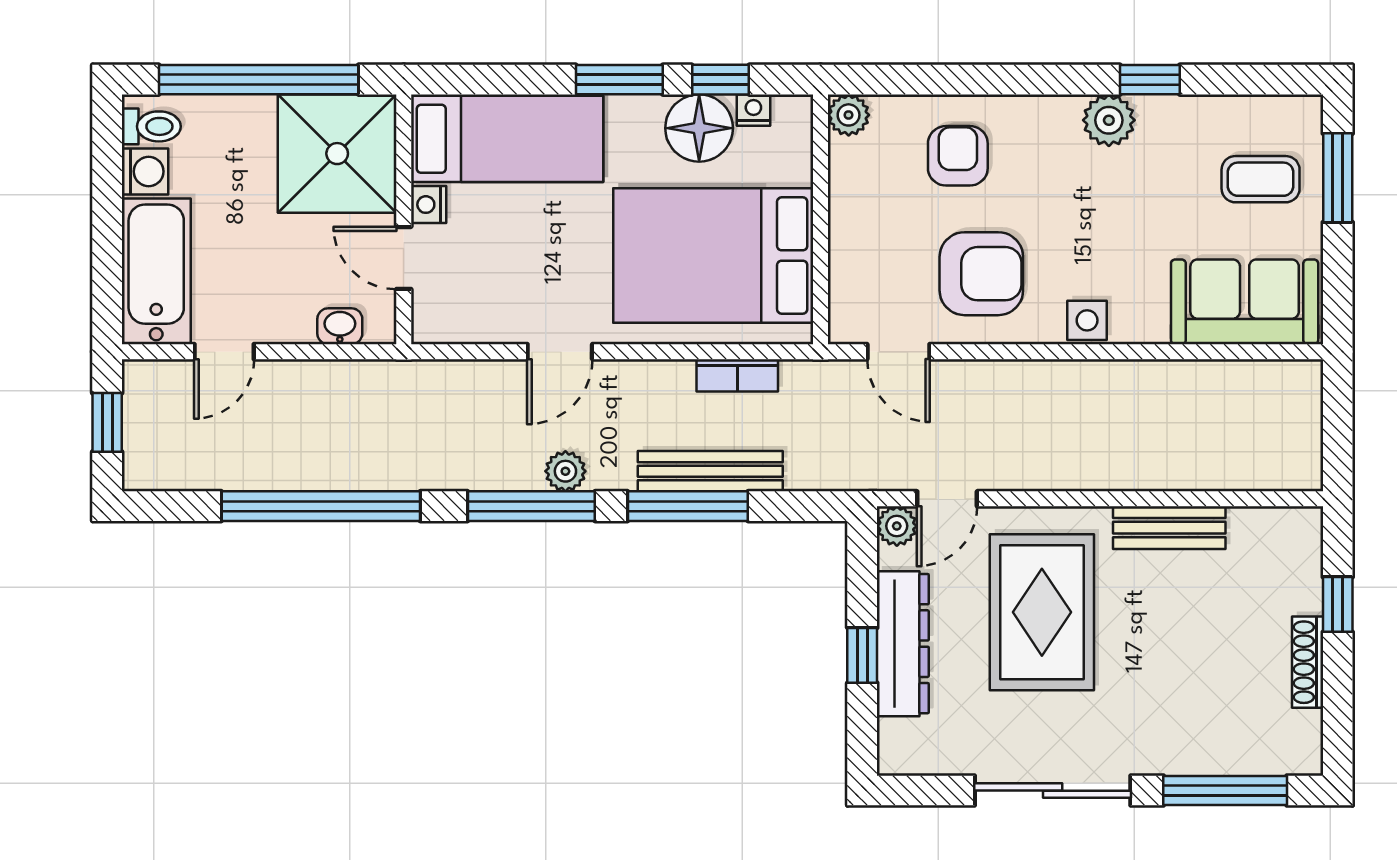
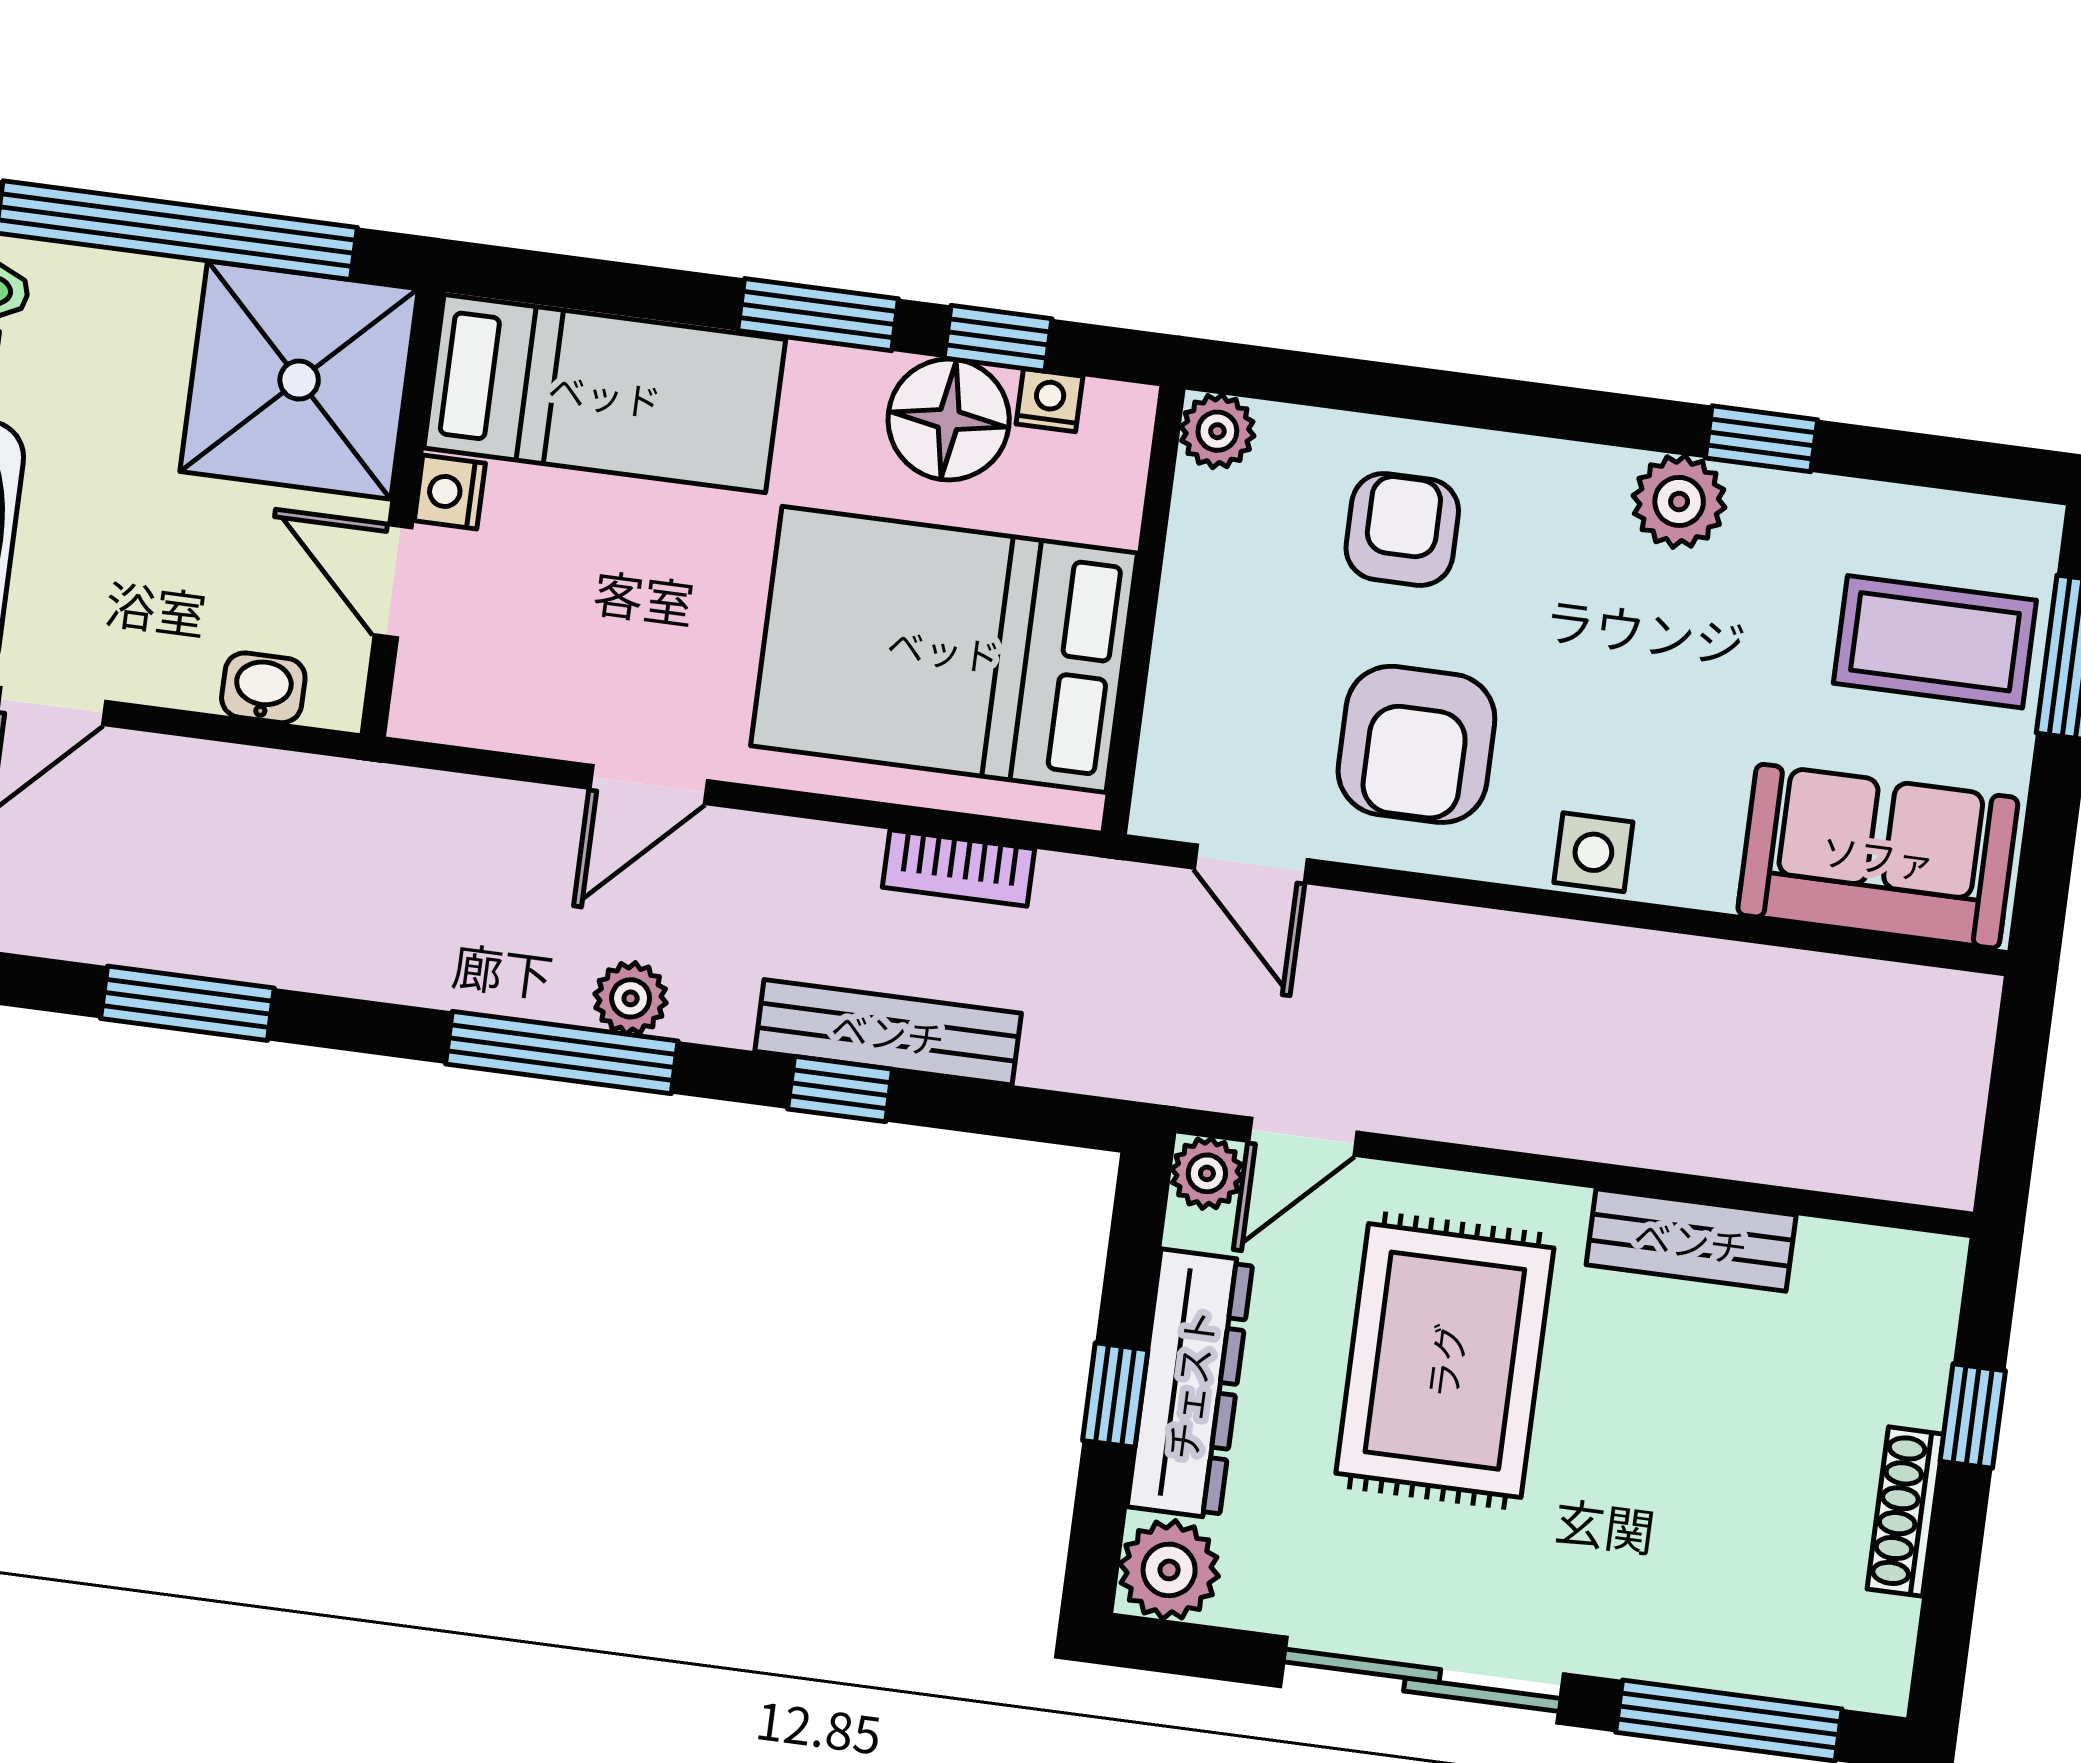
coffee table: (1261, 179) -> (1935, 642), width x1.36, depth x1.30
armchair: (981, 274) -> (1416, 744), turned 90
window: (321, 506) -> (187, 1003), width x0.47
window: (688, 506) -> (840, 1089), width x0.46
plant: (905, 748) -> (1169, 1570), added

